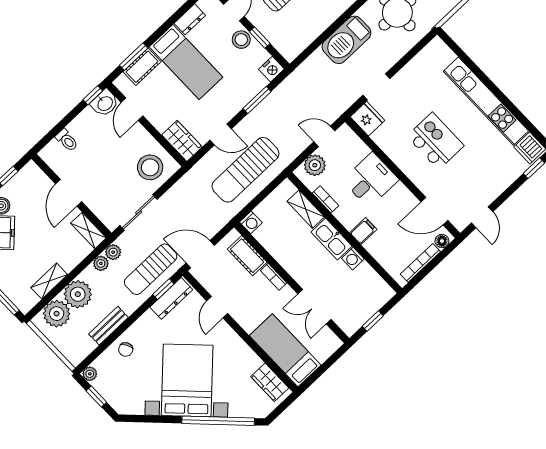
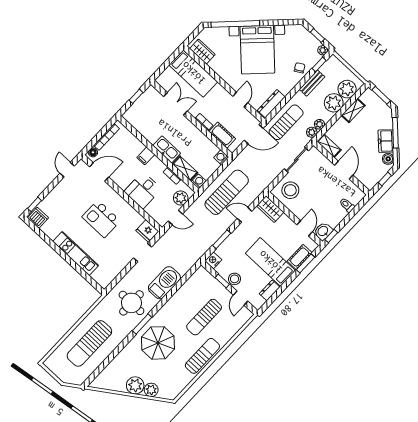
kitchen unit: (486, 101) -> (76, 254), width x0.73
washing machine: (353, 259) -> (199, 181), moved
window: (163, 289) -> (319, 64), moved

